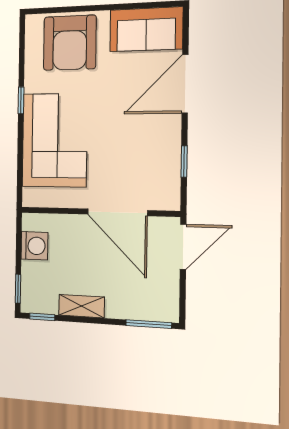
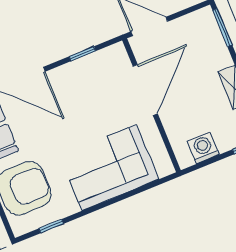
window: (21, 100) -> (51, 226), moved

